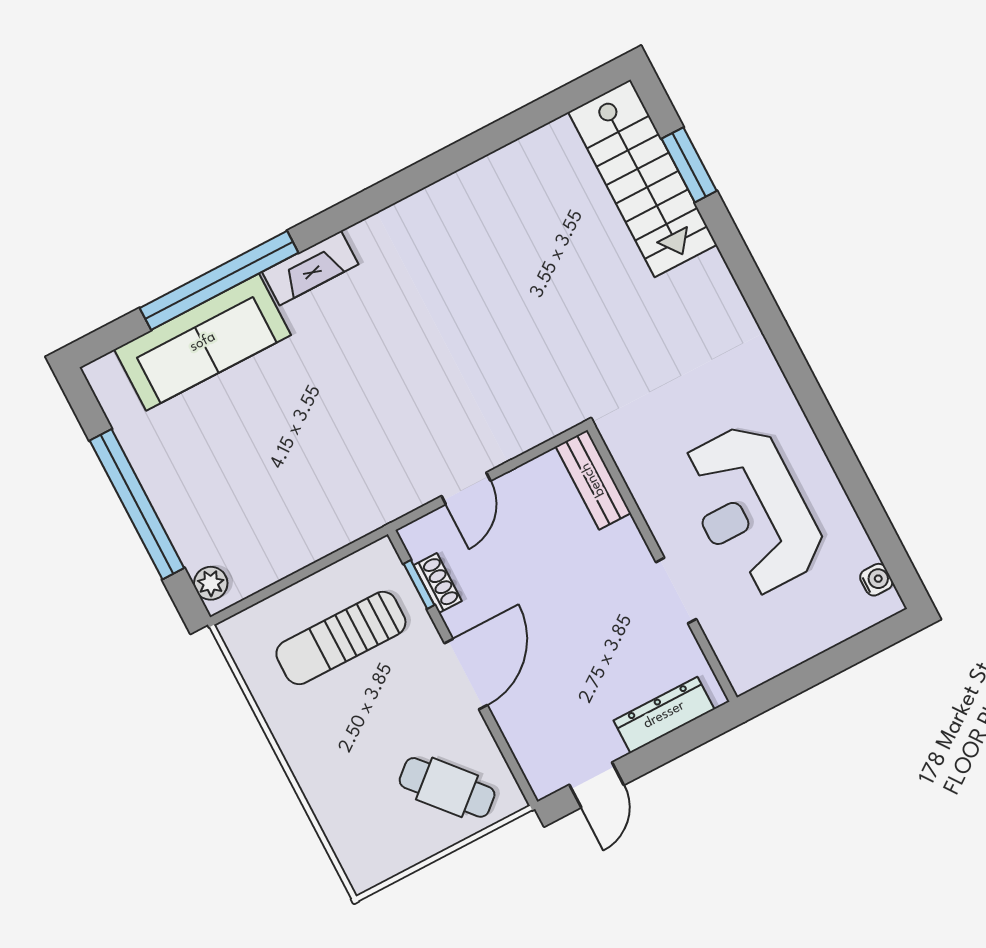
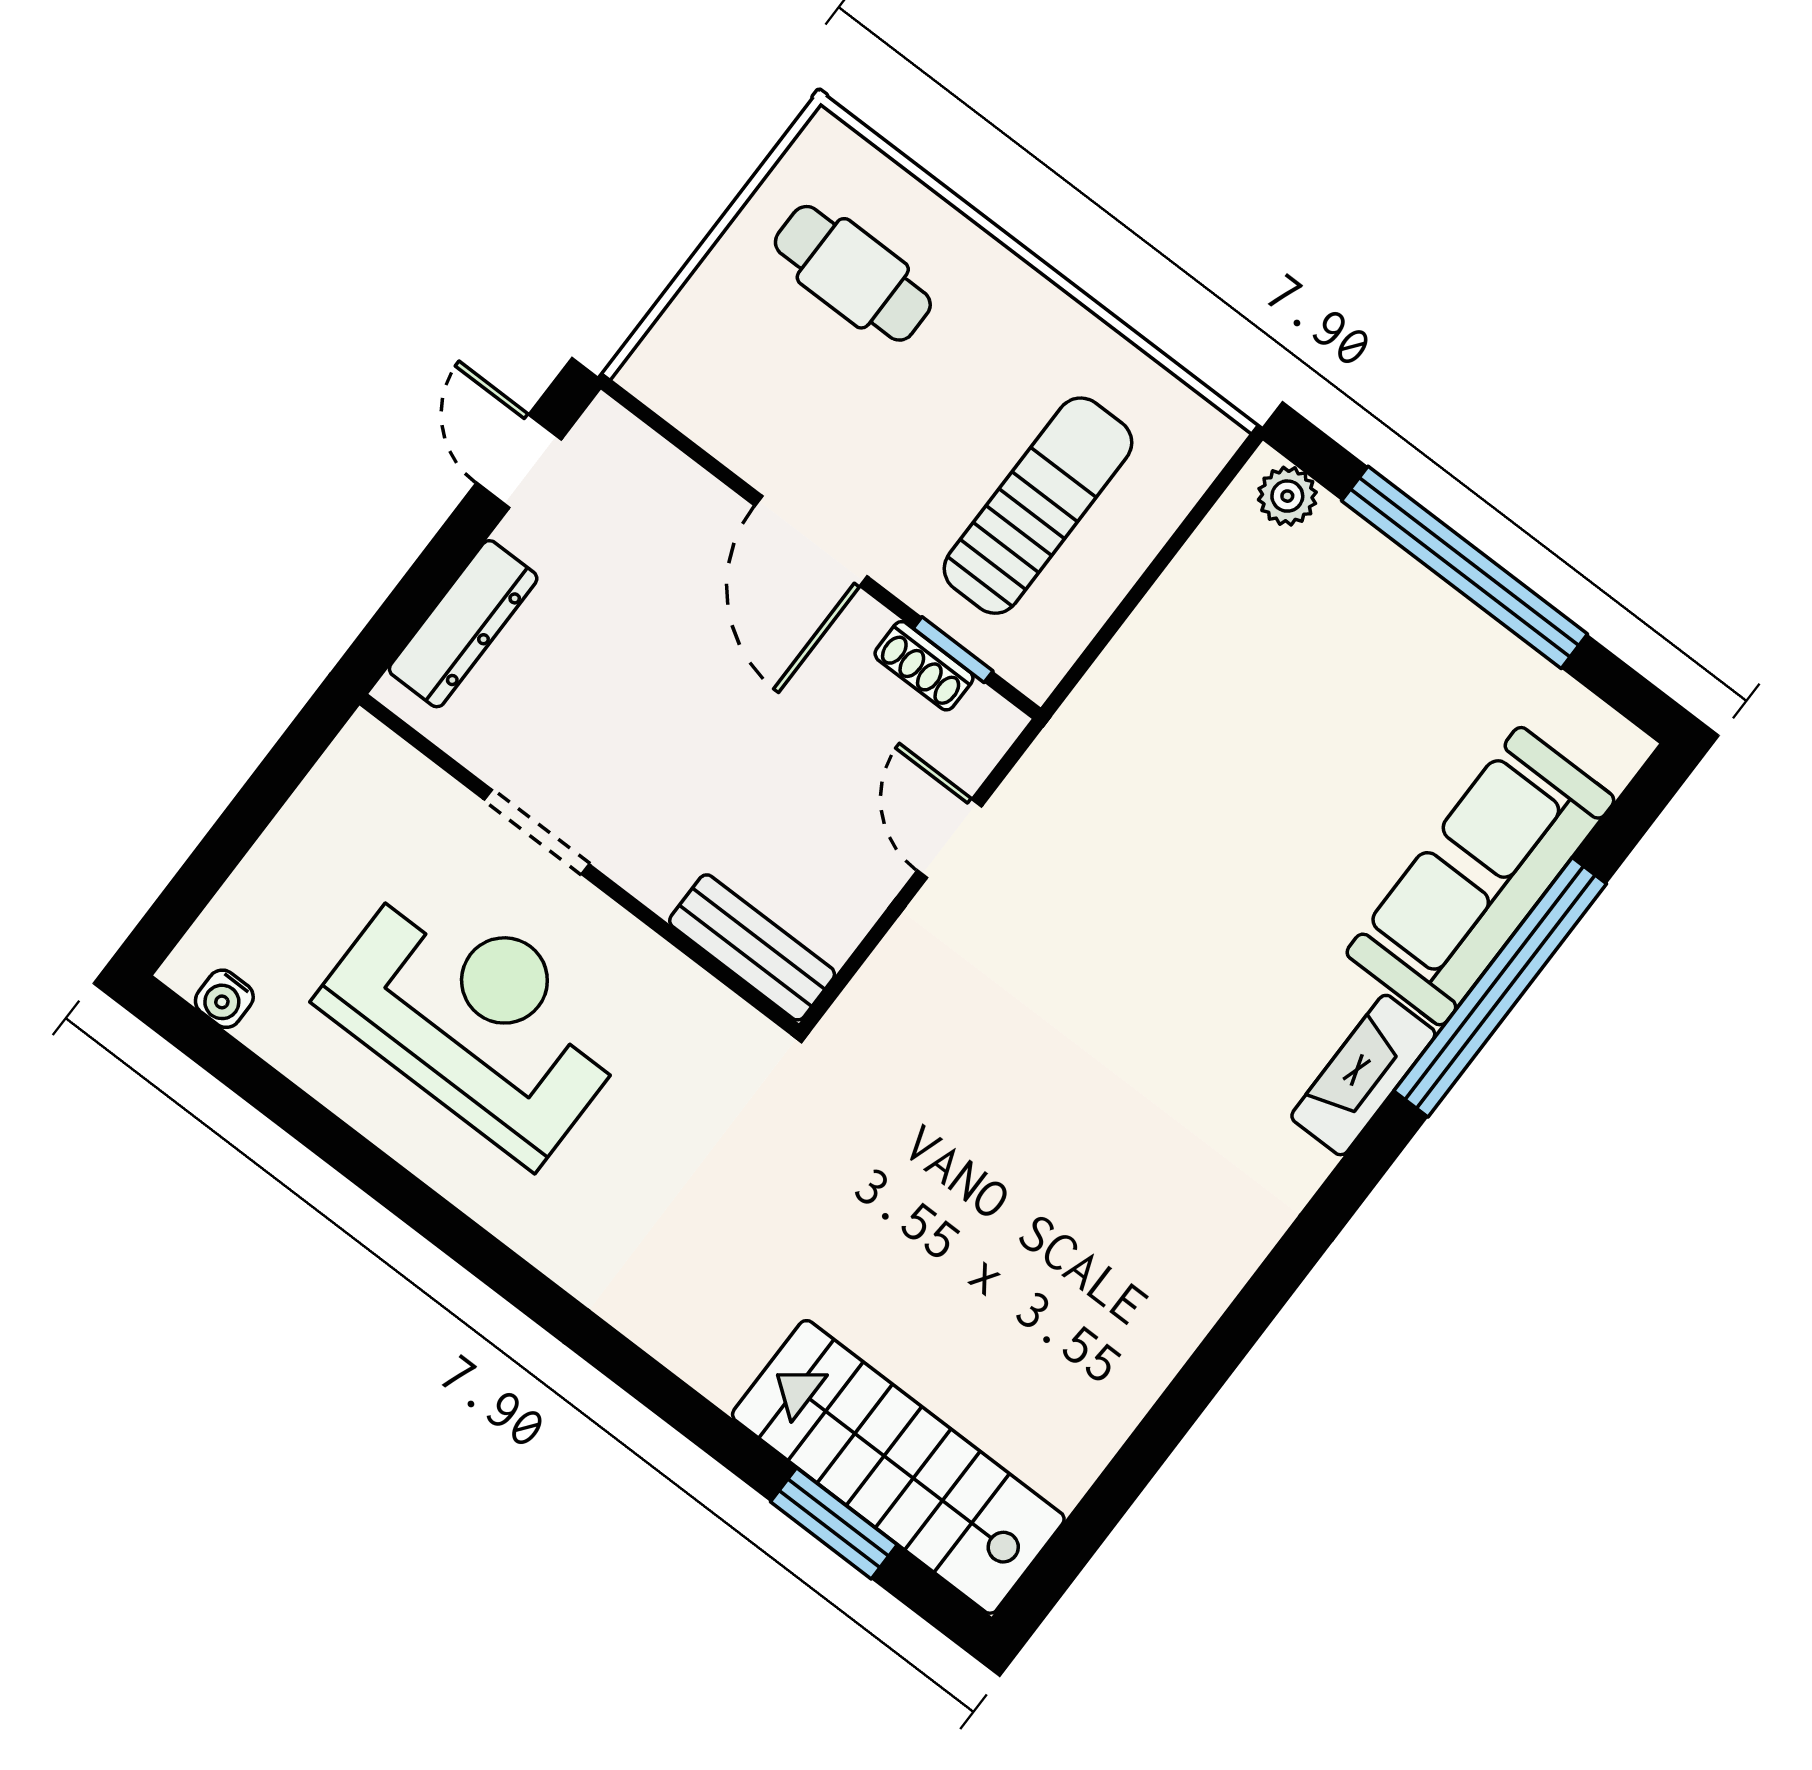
cafe table: (447, 787) -> (853, 273), moved, turned 41

